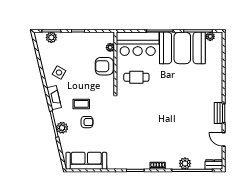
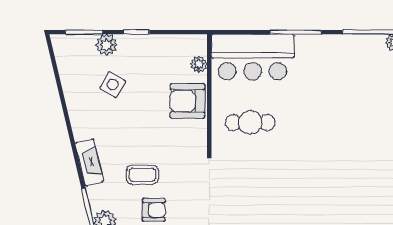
plant: (51, 37) -> (107, 45), moved
booth: (182, 48) -> (340, 65), removed
side table: (59, 73) -> (113, 84), moved

